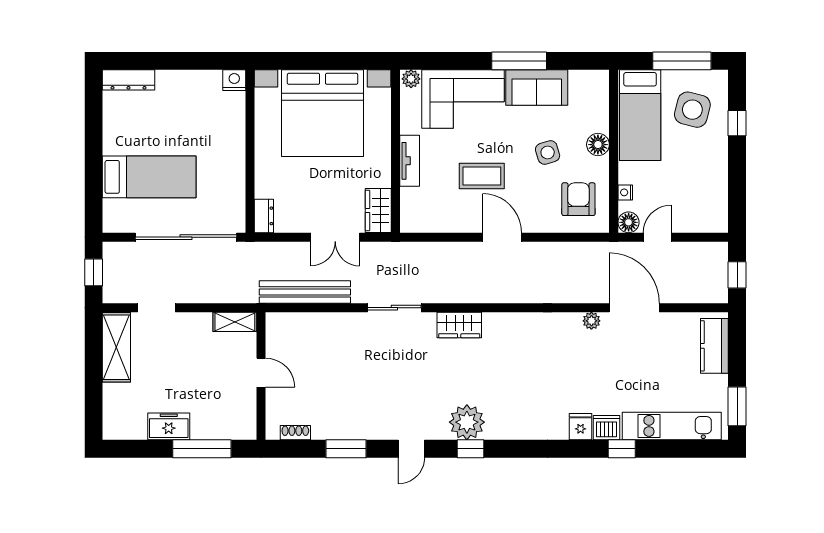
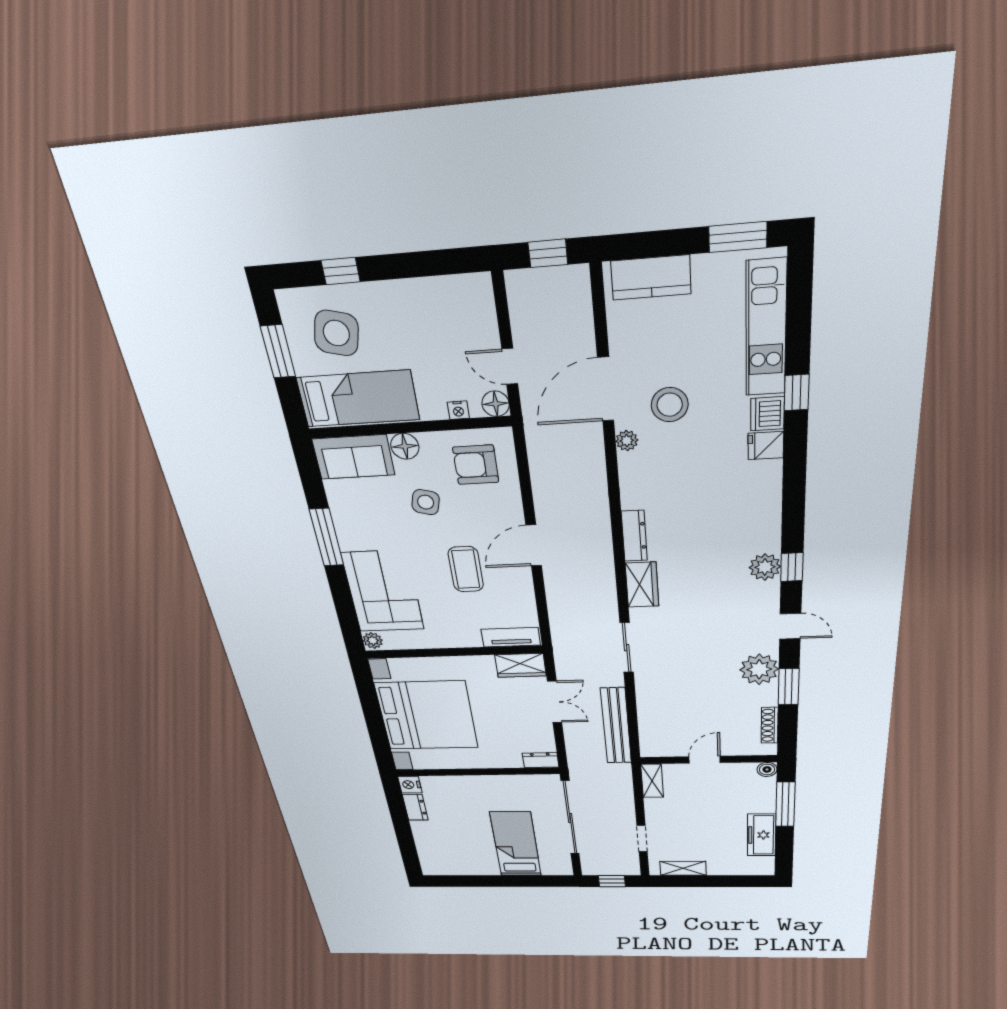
window: (682, 61) -> (278, 351), width x0.69
dresser: (128, 80) -> (415, 807), moved, width x0.70
sofa: (537, 88) -> (353, 457), moved, turned 90
side table: (548, 152) -> (426, 502), turned 32
tv unit: (410, 161) -> (511, 637), moved
dresser: (507, 321) -> (634, 536), added
shelving: (116, 347) -> (683, 868), width x0.67, depth x0.75
stool: (619, 355) -> (670, 405), added
plant: (467, 422) -> (765, 567), width x0.73, depth x0.73
plant: (366, 423) -> (759, 669), added
freezer: (169, 426) -> (762, 835), width x1.40
boiler: (248, 431) -> (767, 769), added
shoe rack: (295, 433) -> (770, 725), width x1.43

